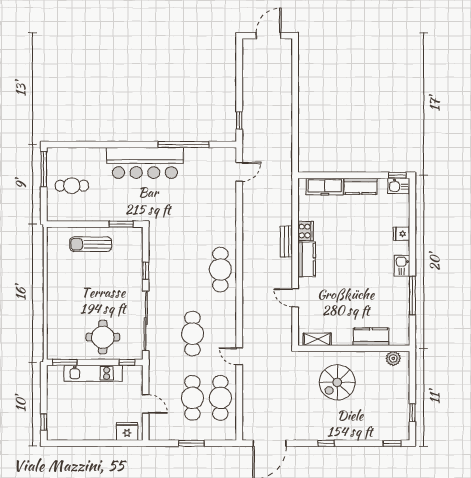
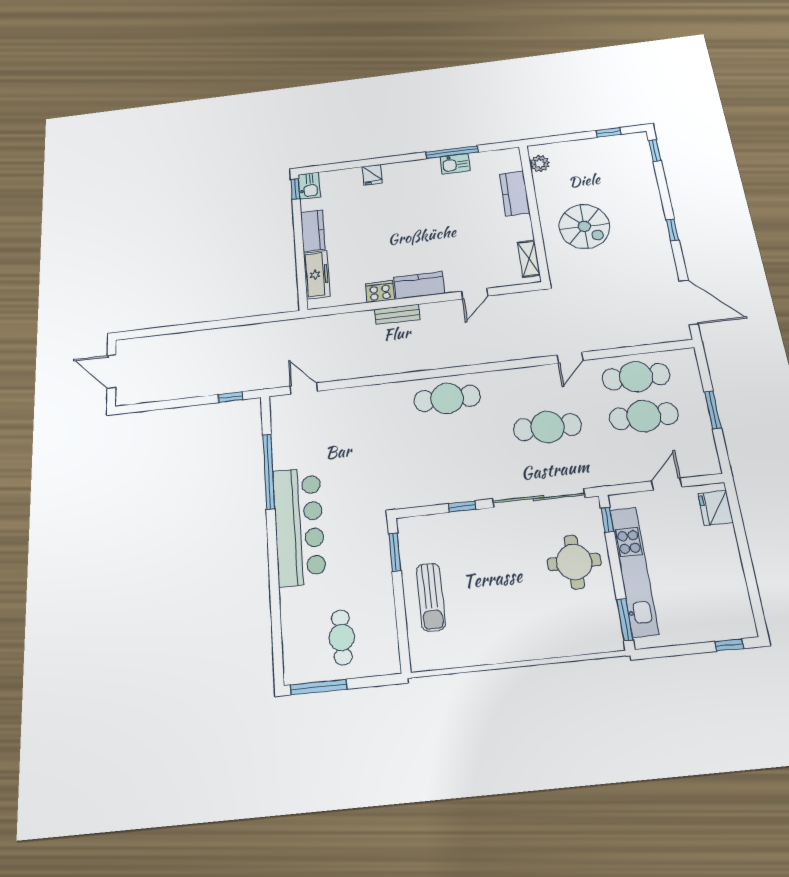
kitchen sink: (402, 266) -> (455, 164), moved
kitchen unit: (93, 373) -> (634, 571), width x1.36

